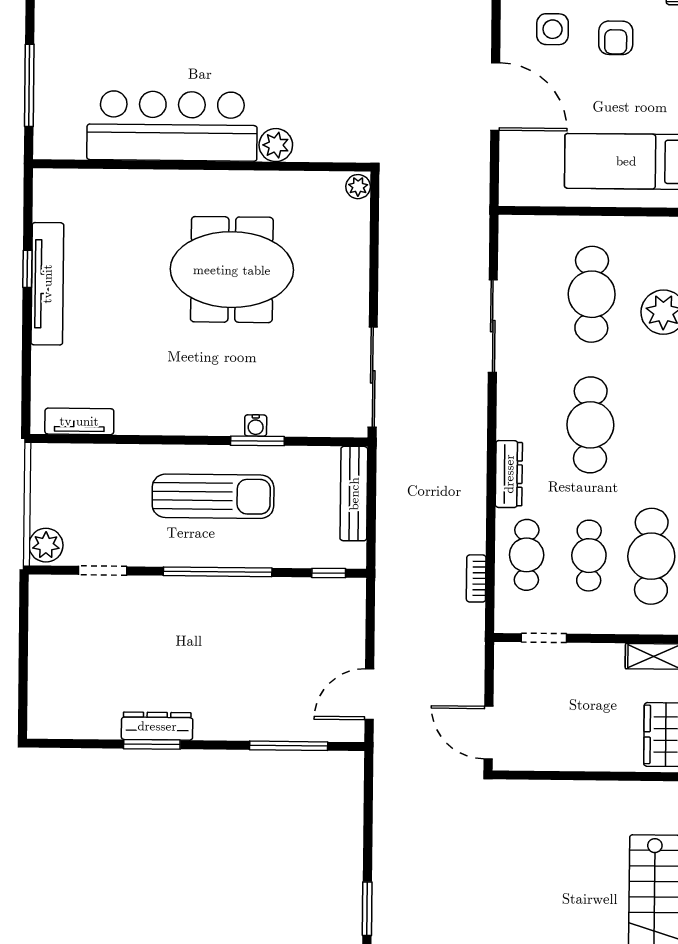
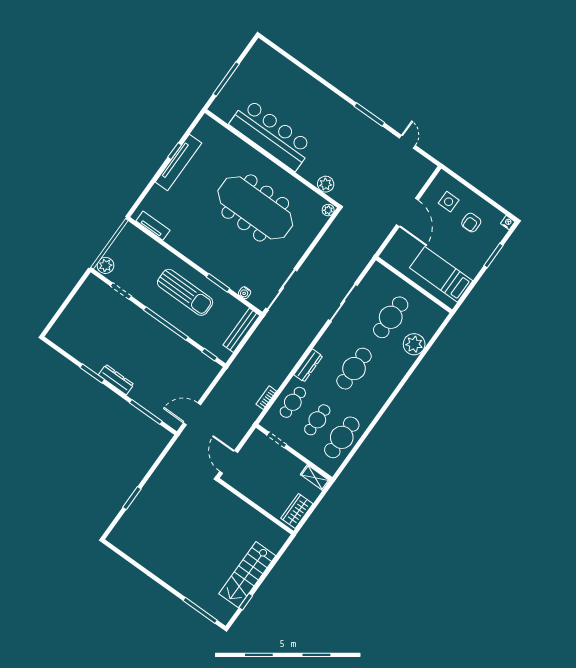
plant: (276, 145) -> (326, 184), moved
meeting table: (232, 270) -> (255, 208), width x1.36
water cooler: (256, 426) -> (245, 293), moved
dresser: (157, 726) -> (116, 380), moved

